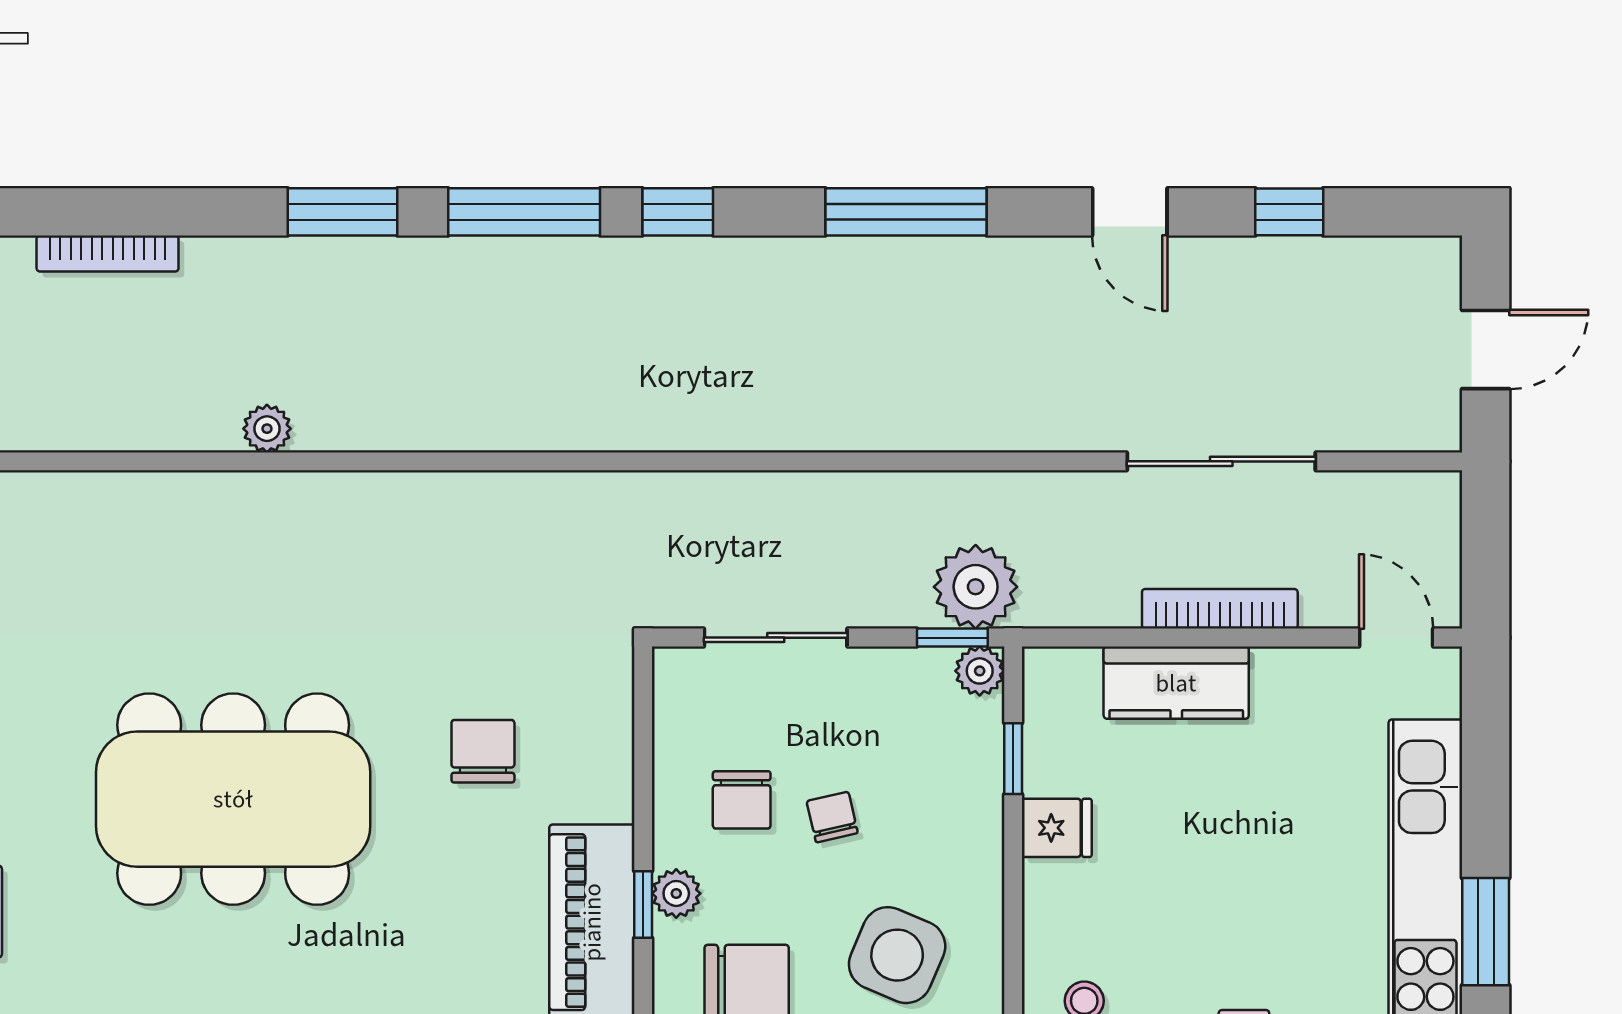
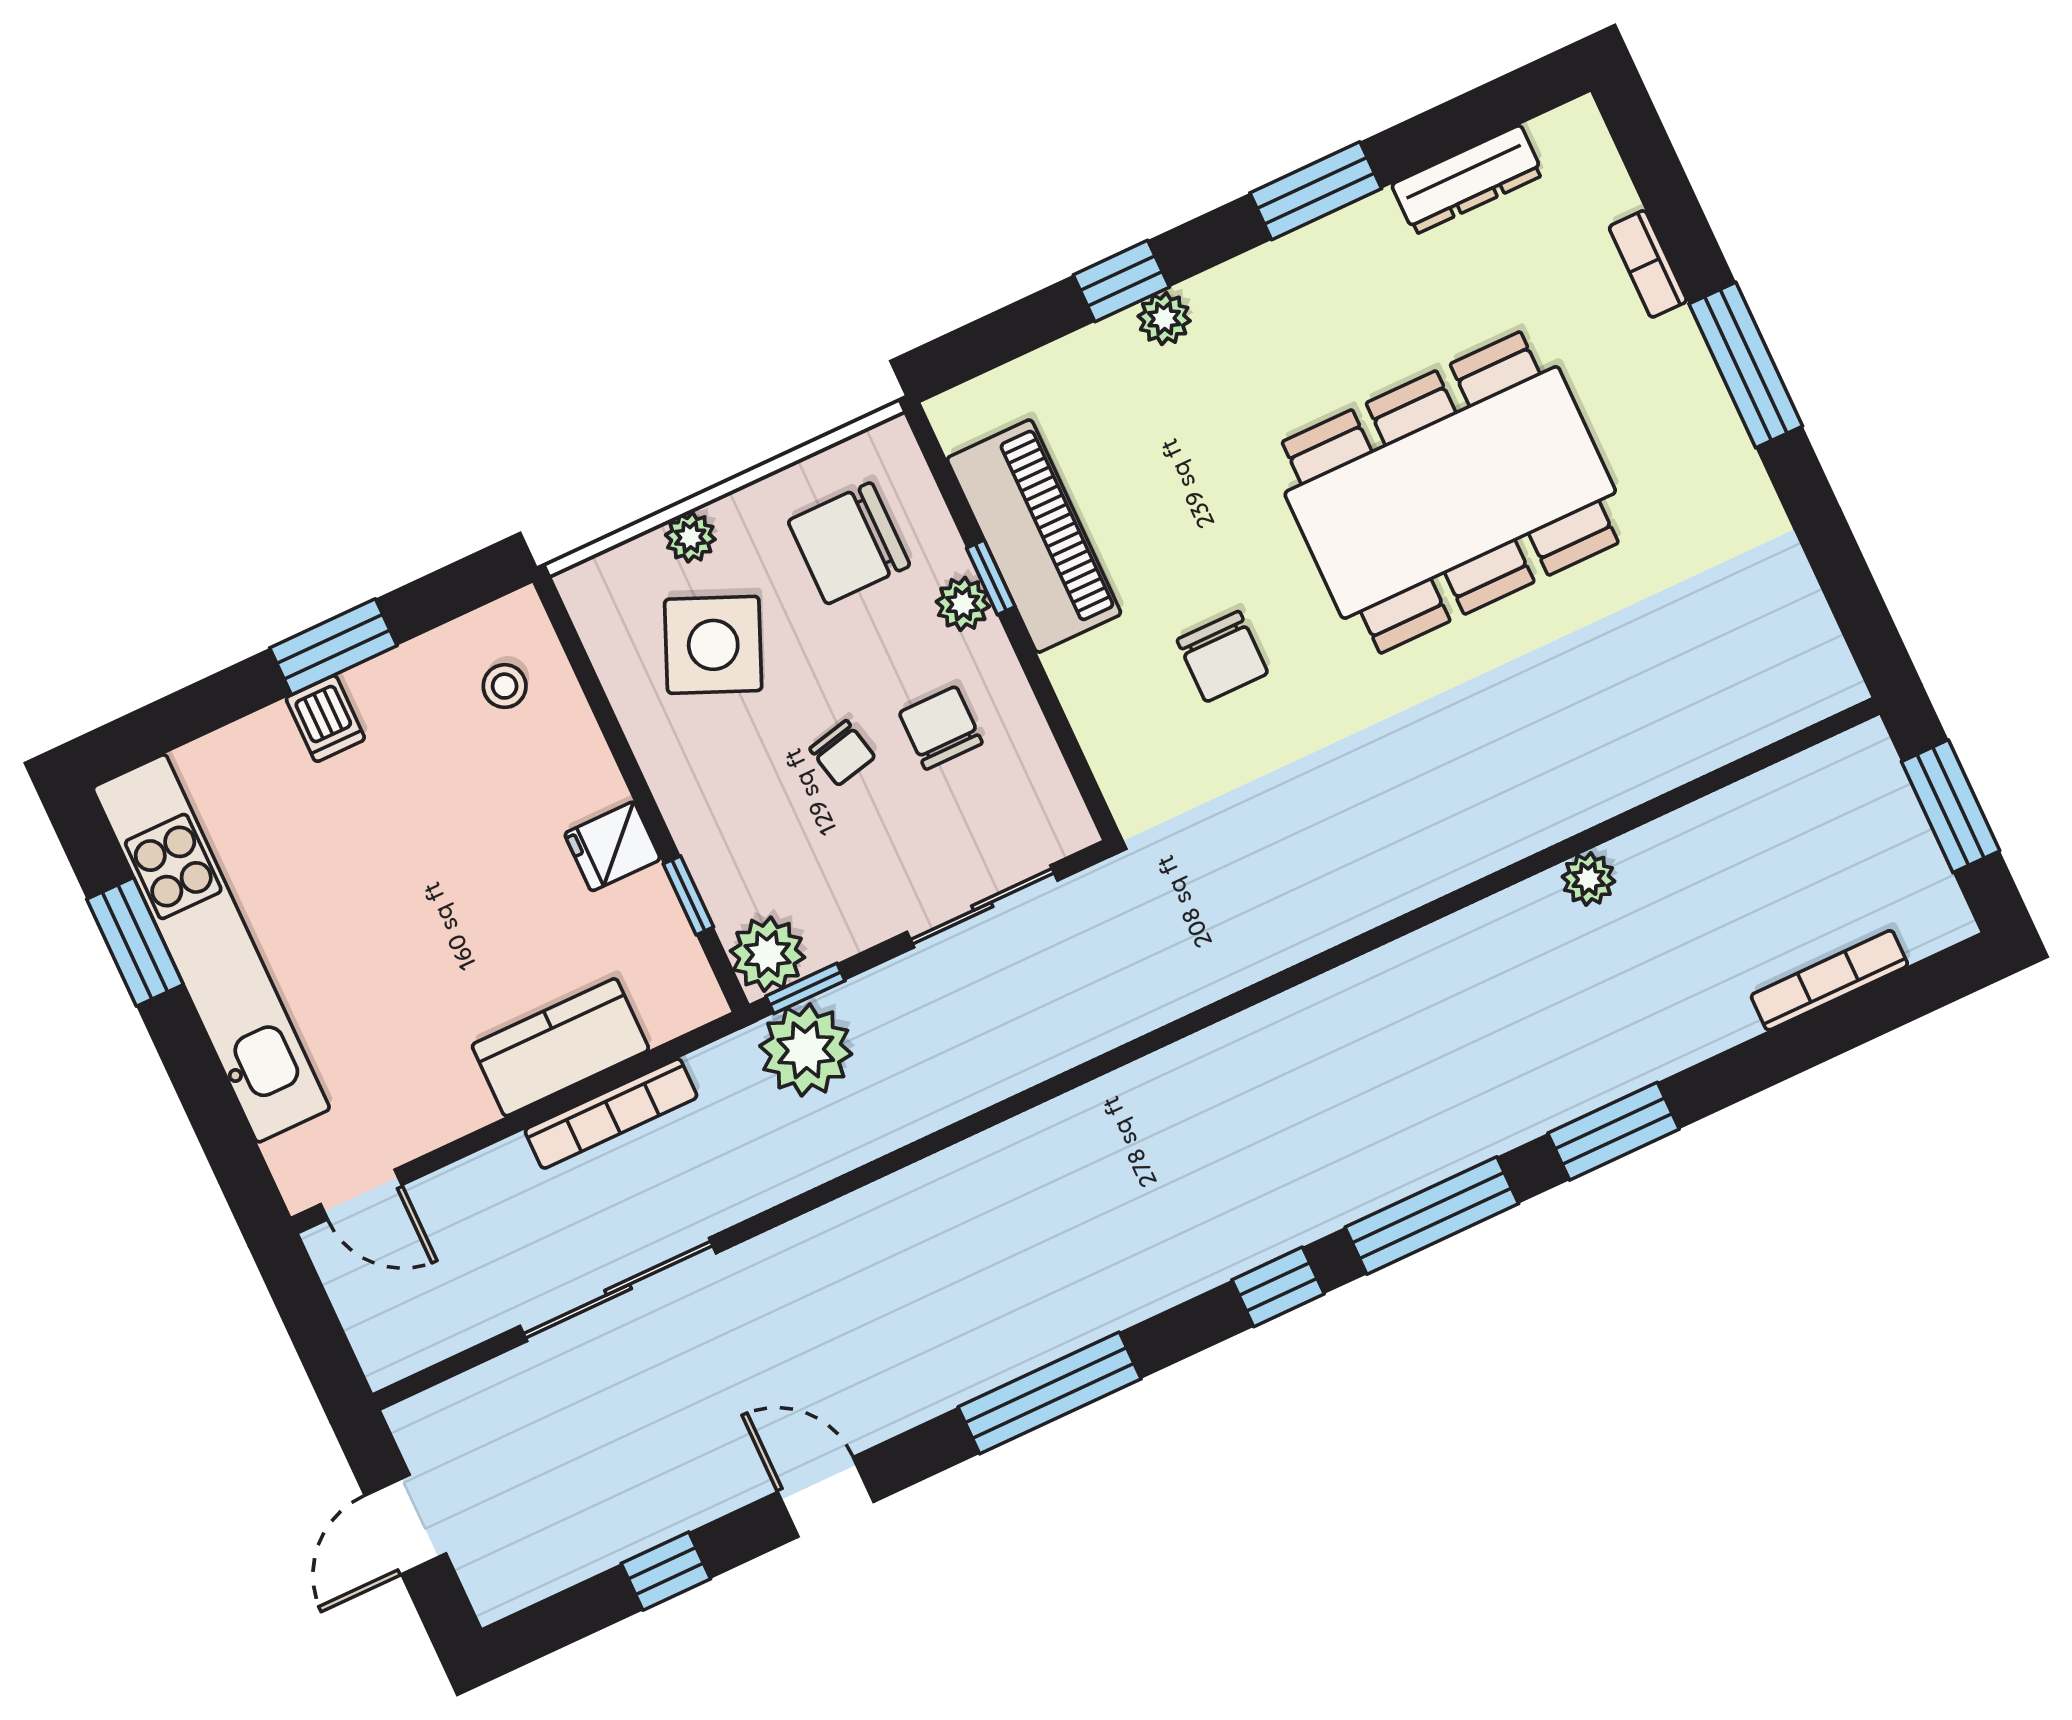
bookcase: (1220, 609) -> (611, 1114), moved
plant: (980, 671) -> (768, 954), width x1.38, depth x1.38

